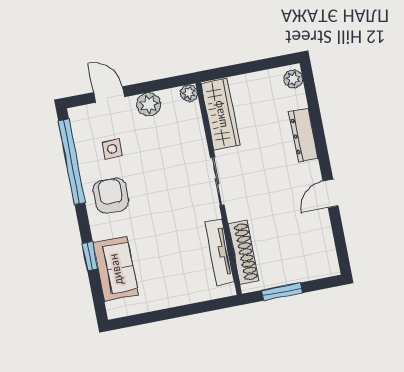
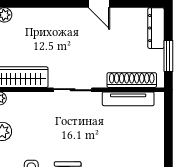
dresser: (303, 135) -> (156, 28), moved, turned 90

